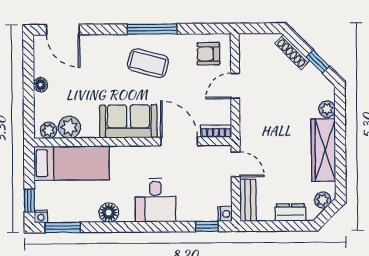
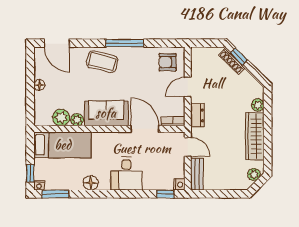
window: (318, 61) -> (239, 57), moved
coffee table: (148, 63) -> (102, 62), moved
plant: (49, 130) -> (77, 120), moved
dresser: (290, 212) -> (197, 115), moved, turned 90

